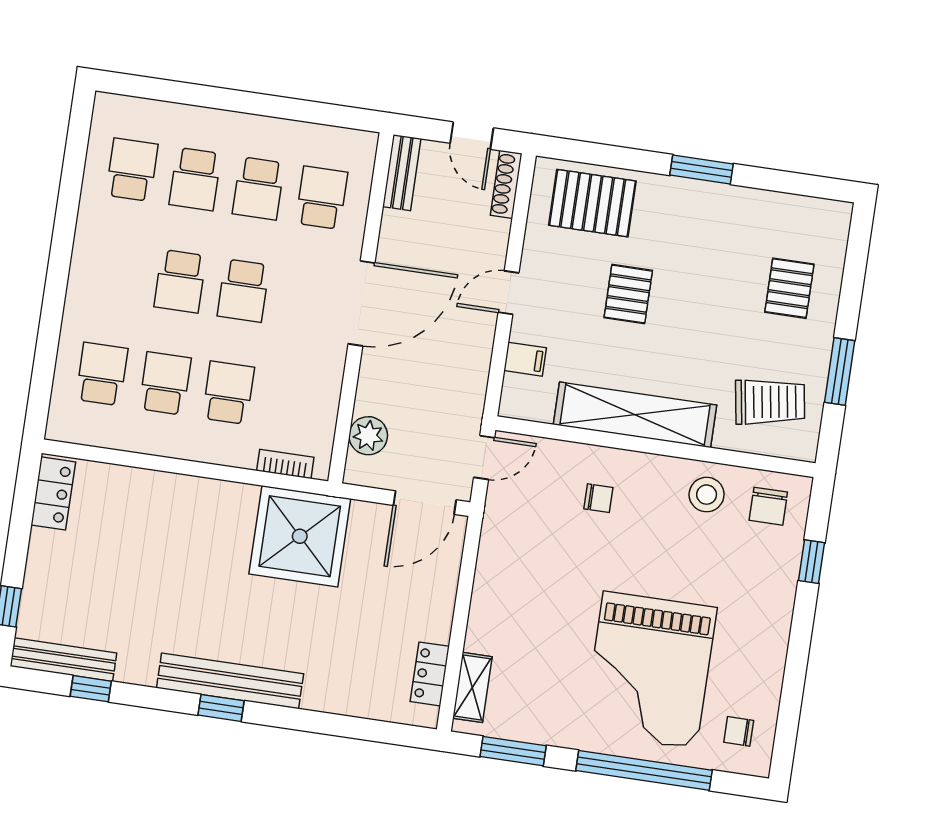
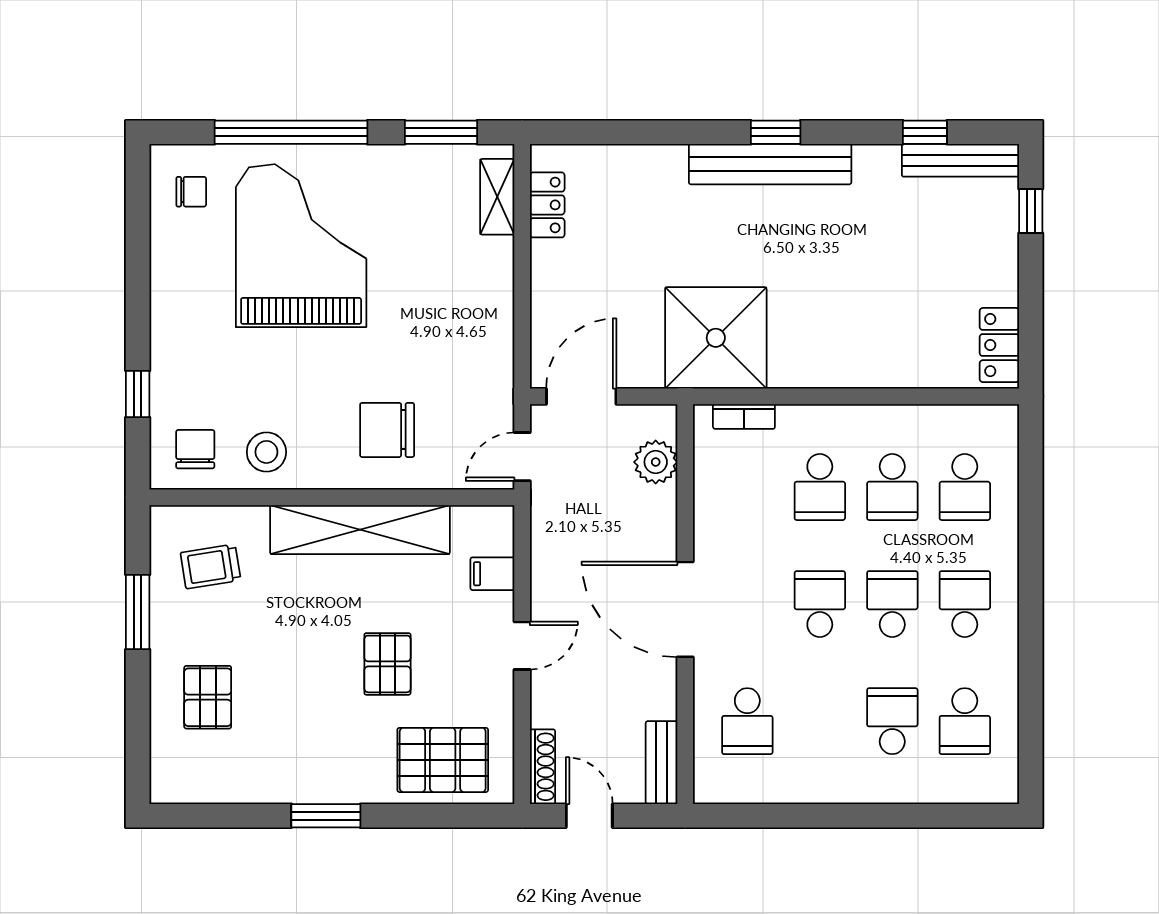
school desk: (258, 188) -> (965, 604), moved
door: (361, 303) -> (685, 609), hinge flipped
trolley: (770, 402) -> (211, 566), width x0.73, depth x0.72
chair: (598, 498) -> (387, 430), width x1.87, depth x1.87

